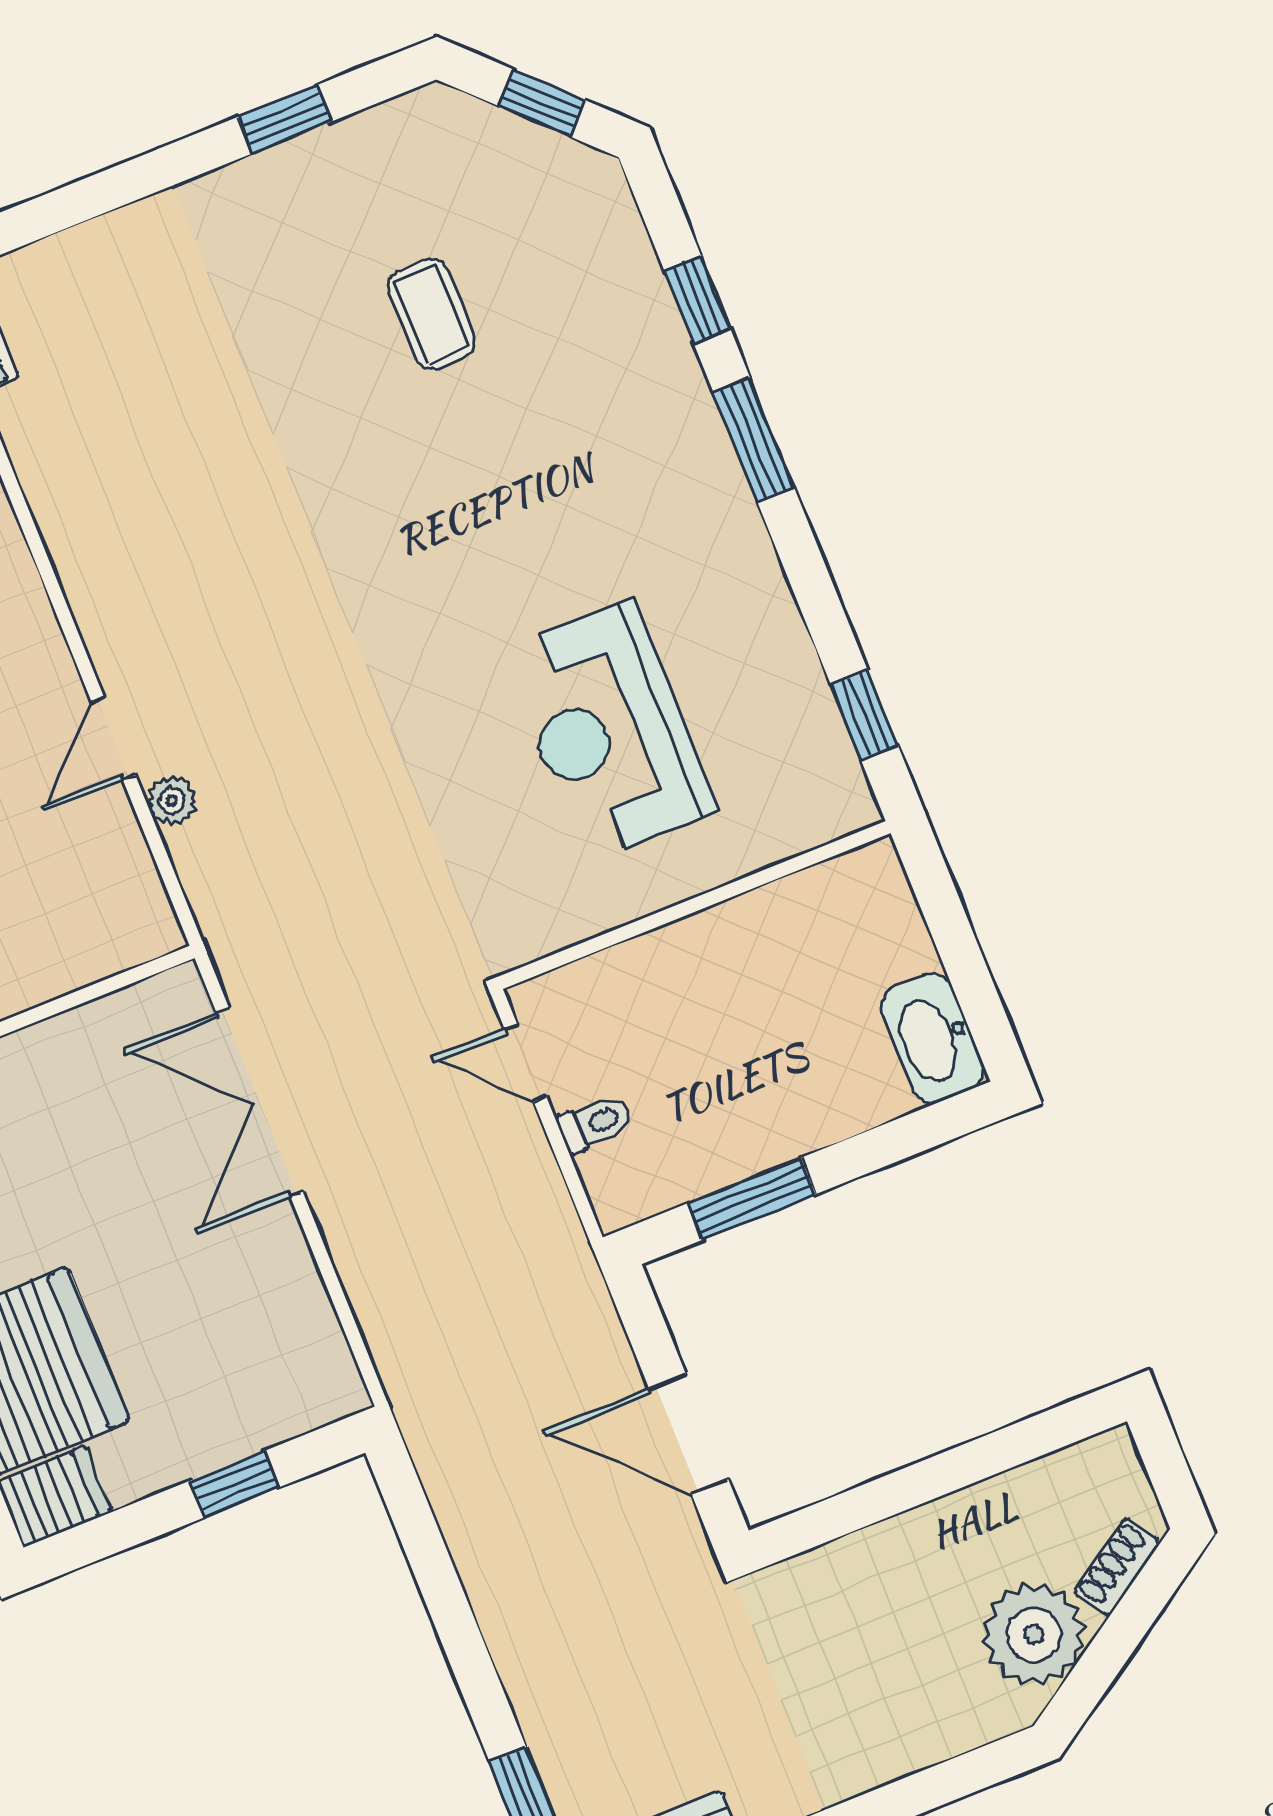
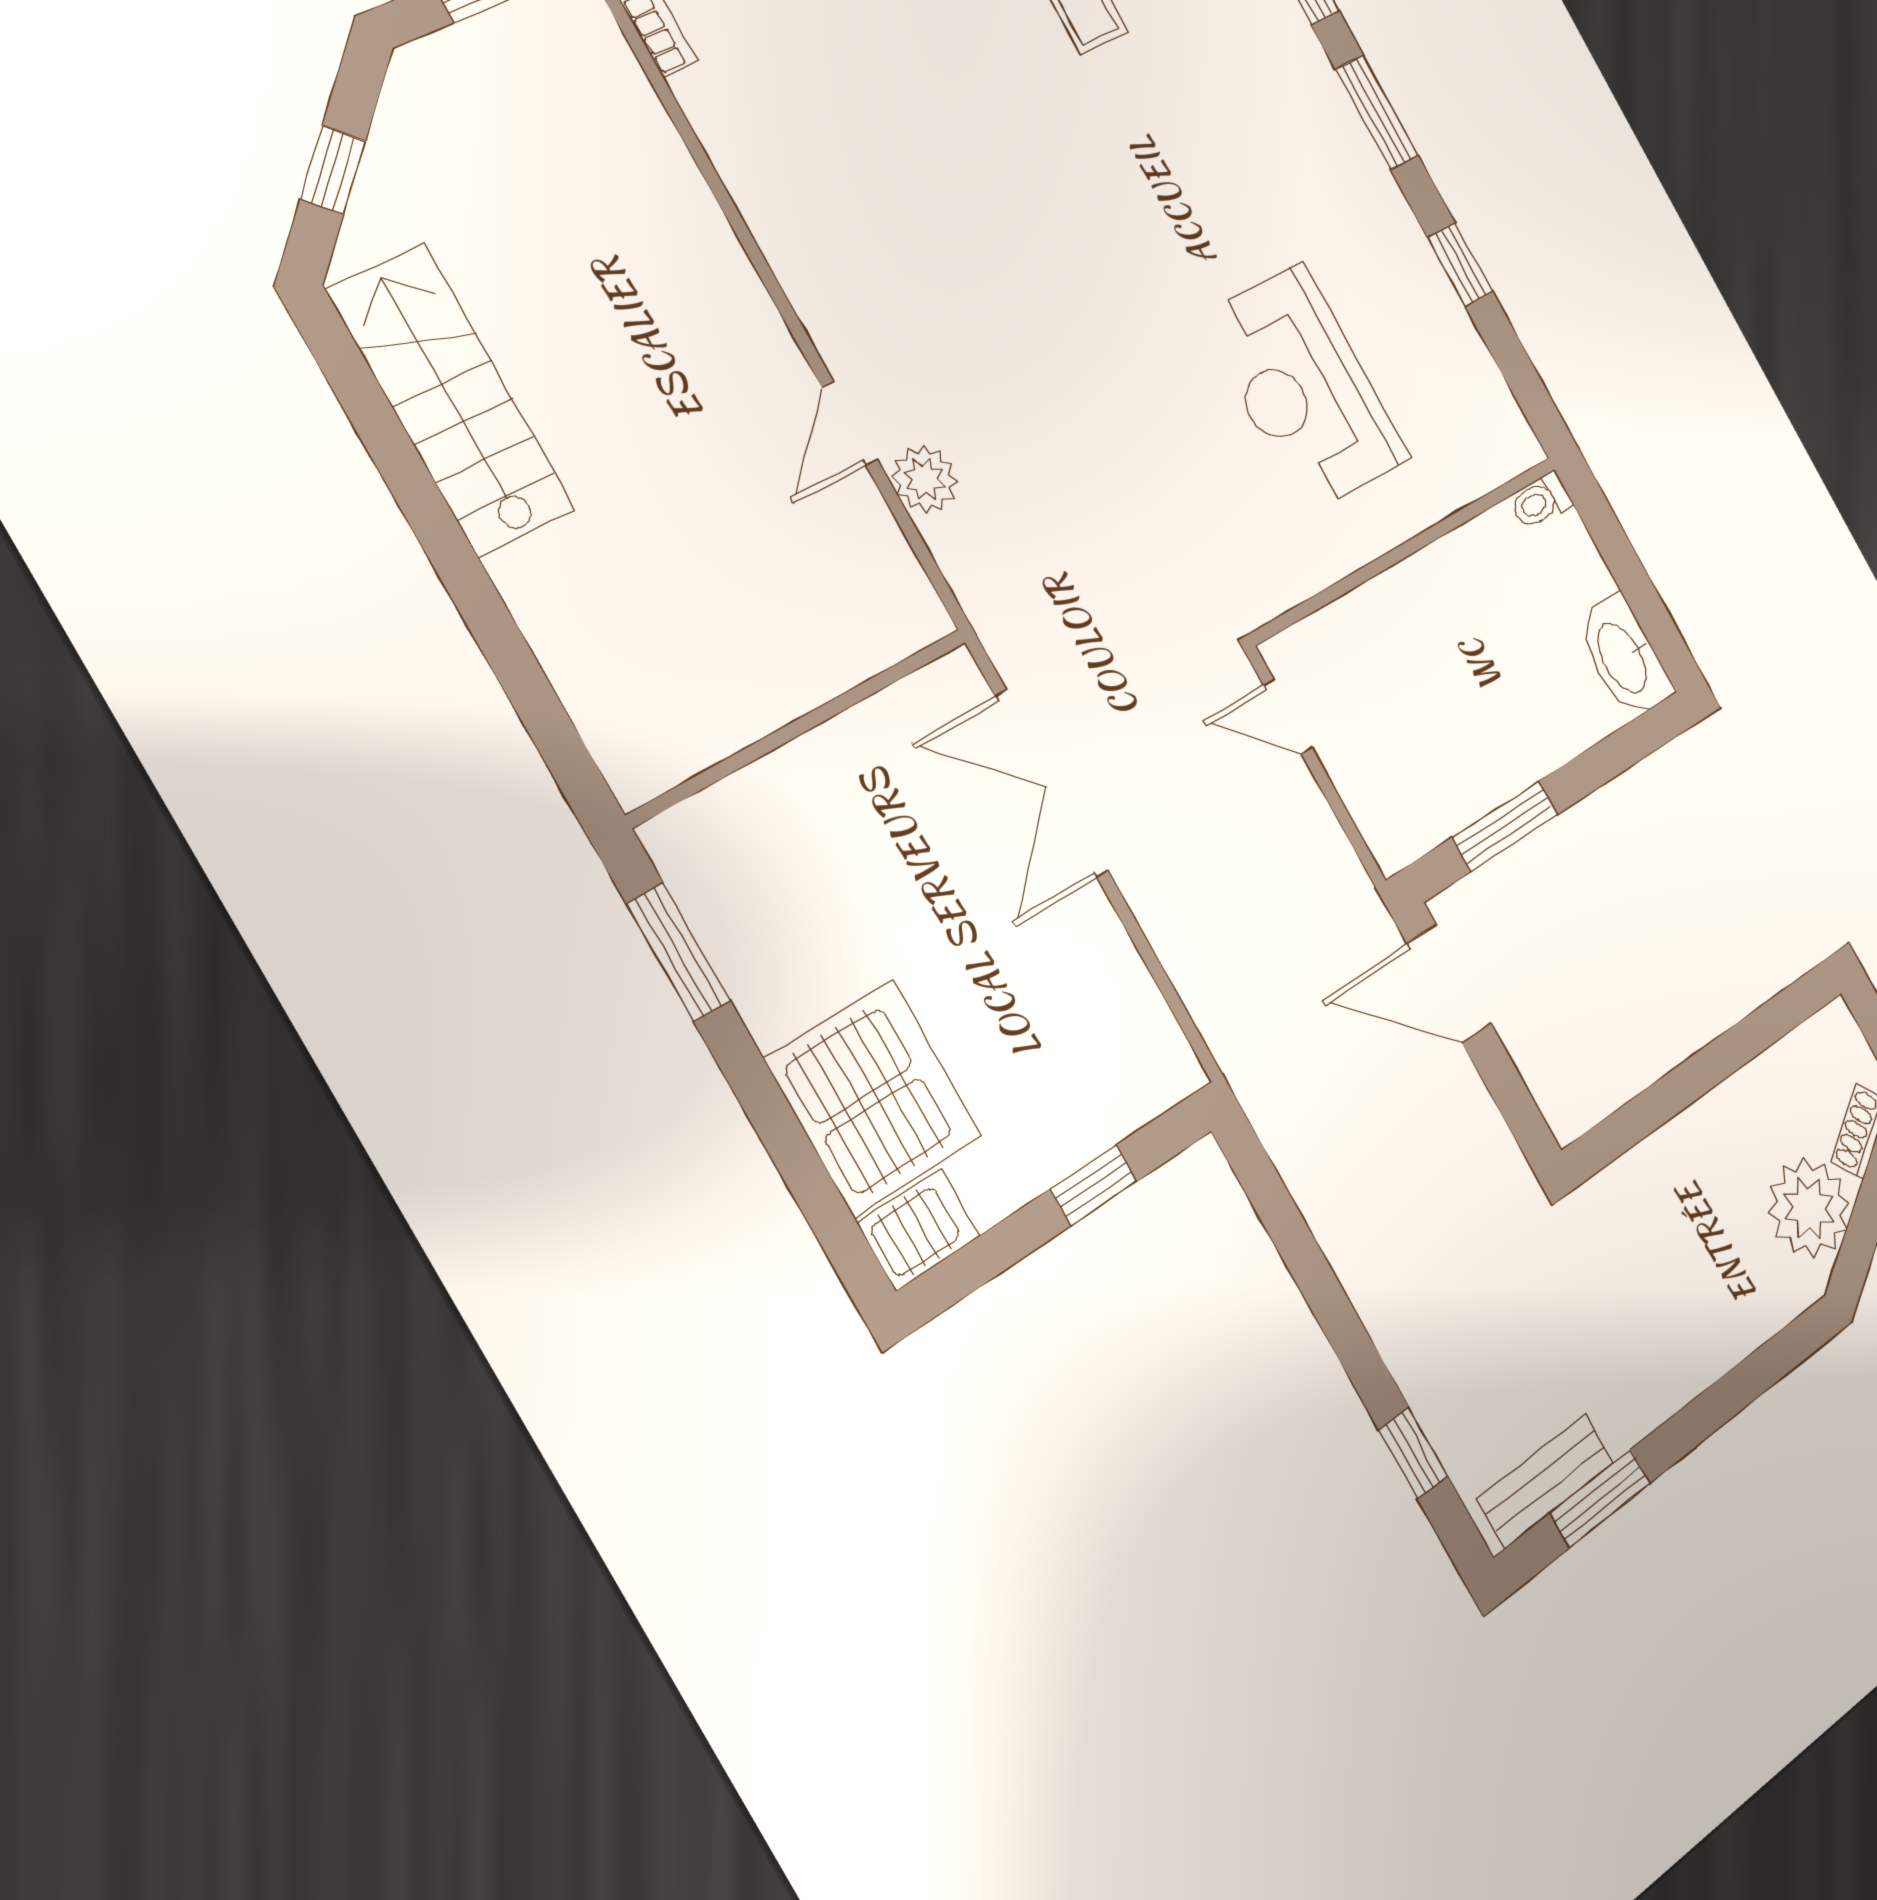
window: (864, 715) -> (1460, 265), moved
plant: (172, 801) -> (925, 479), width x1.38, depth x1.38
toilet: (595, 1124) -> (1541, 501), moved, turned 180
door: (689, 1434) -> (1449, 984), moved

